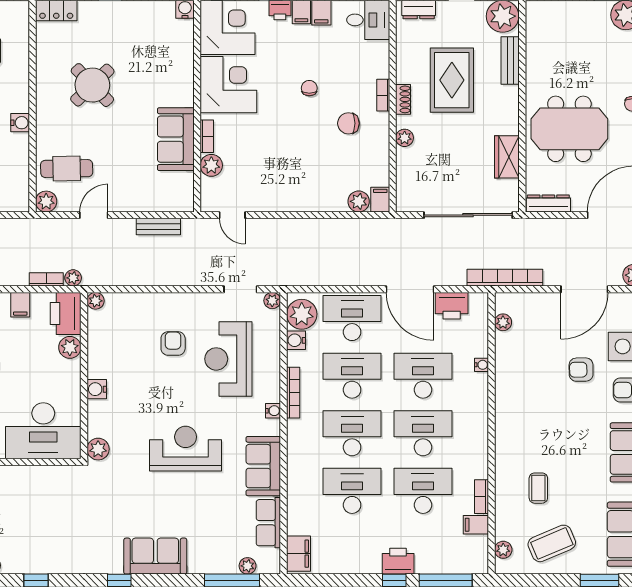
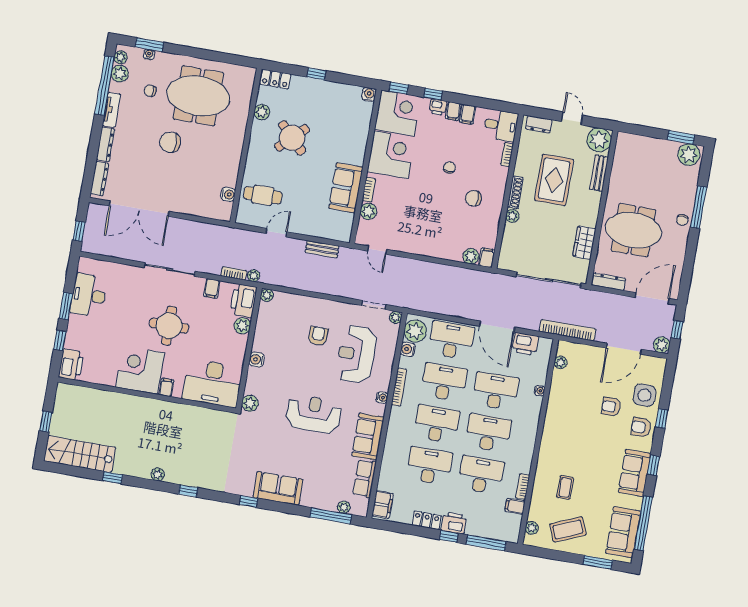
bookcase: (383, 95) -> (507, 155), moved
shoe rack: (403, 99) -> (515, 192), width x1.43
water cooler: (20, 123) -> (228, 194), moved
plant: (46, 201) -> (262, 112), moved
locker: (361, 564) -> (427, 520), added

